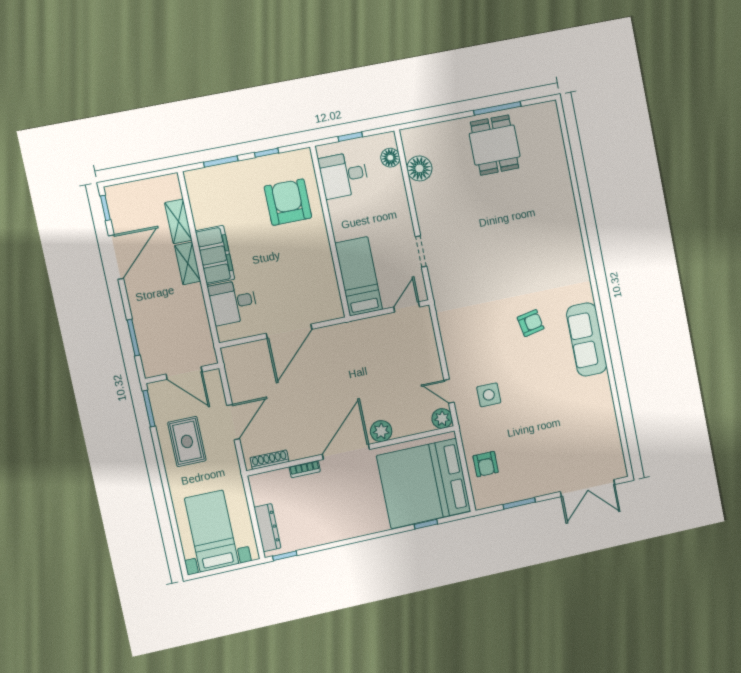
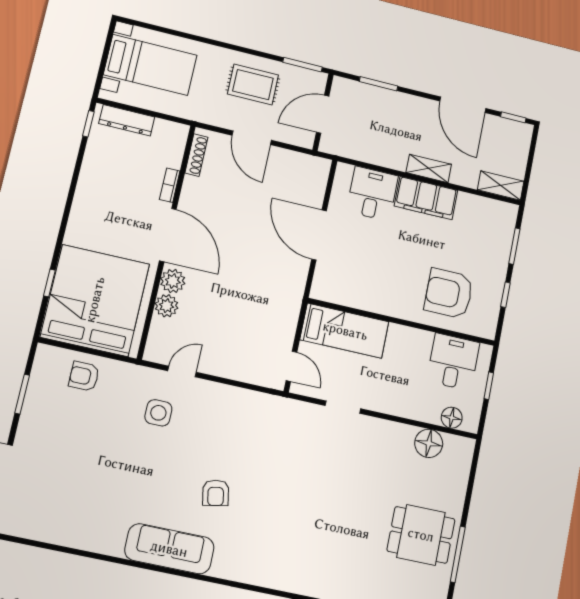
armchair: (288, 202) -> (449, 293), turned 180
shelving: (178, 221) -> (501, 186), moved
plant: (442, 419) -> (167, 306), moved

